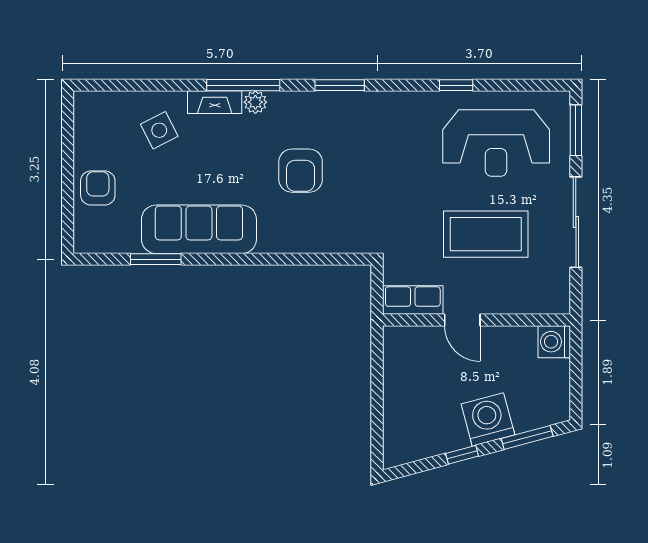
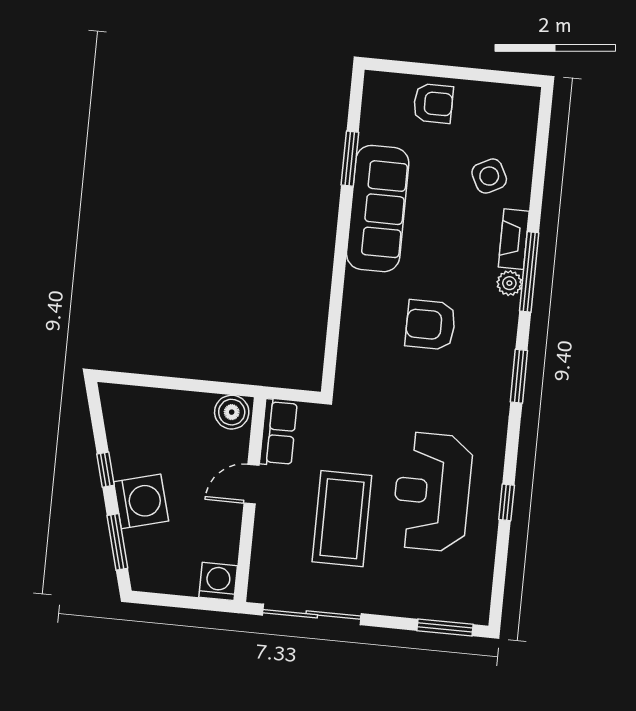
reception desk: (496, 143) -> (432, 492), moved
sliding door: (576, 222) -> (312, 614), moved
boiler: (398, 345) -> (232, 412), added

